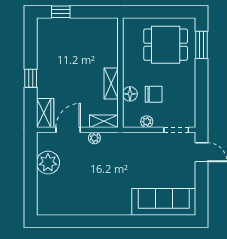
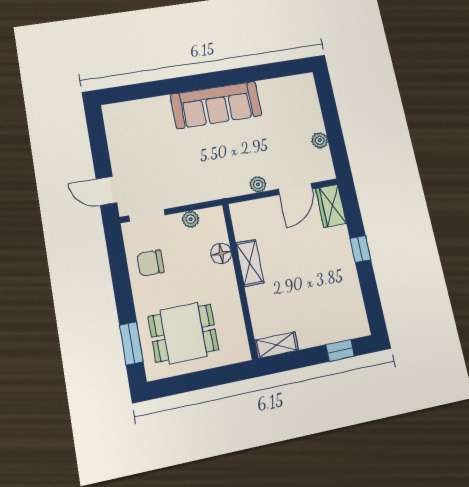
chair: (154, 94) -> (150, 263), moved
shelving: (104, 121) -> (277, 345), moved
plant: (48, 163) -> (320, 140), width x0.53, depth x0.53
sofa: (164, 202) -> (216, 105), moved

